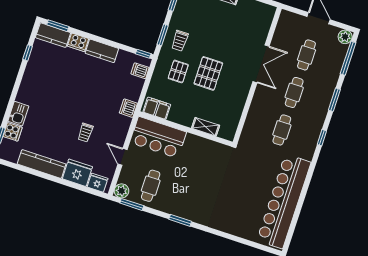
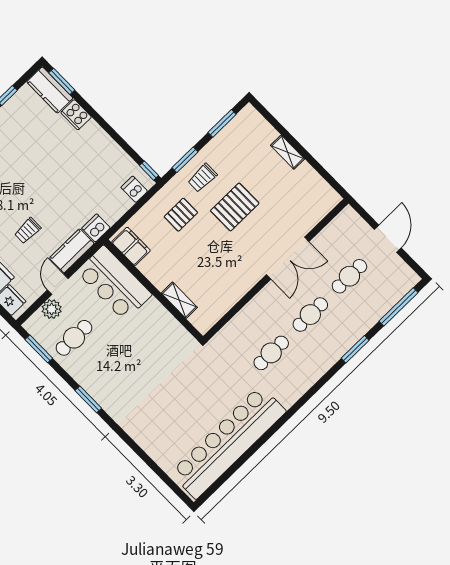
plant: (345, 37) -> (409, 279), removed
kitchen counter: (102, 51) -> (72, 251), moved, turned 90
pallet: (208, 73) -> (235, 207), moved
window: (322, 138) -> (316, 388), removed
plant: (122, 191) -> (52, 309), moved

